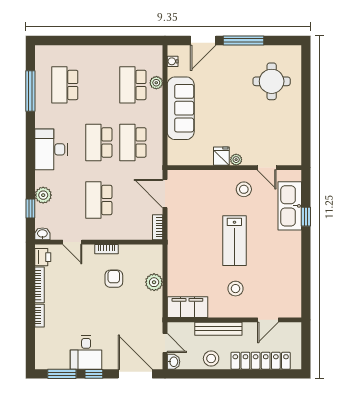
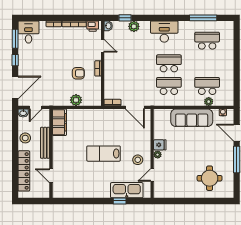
door: (165, 194) -> (135, 107), swing flipped
school desk: (99, 200) -> (131, 63), removed
door: (72, 242) -> (103, 46), swing flipped
stool: (236, 289) -> (72, 154), removed
desk: (86, 352) -> (28, 32), moved, turned 90

